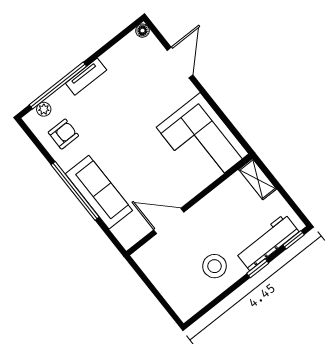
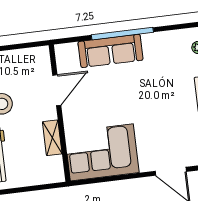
armchair: (63, 134) -> (170, 51), removed
shelving: (258, 179) -> (52, 138), moved, turned 90

